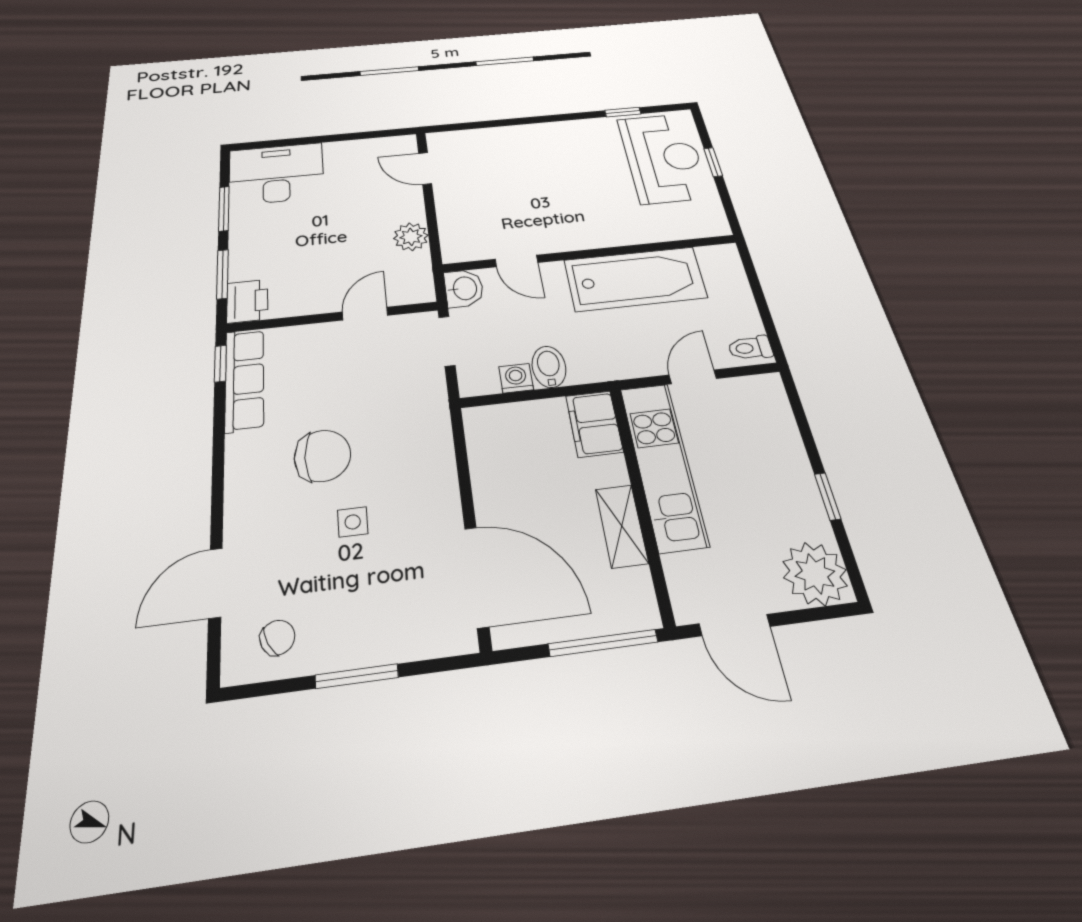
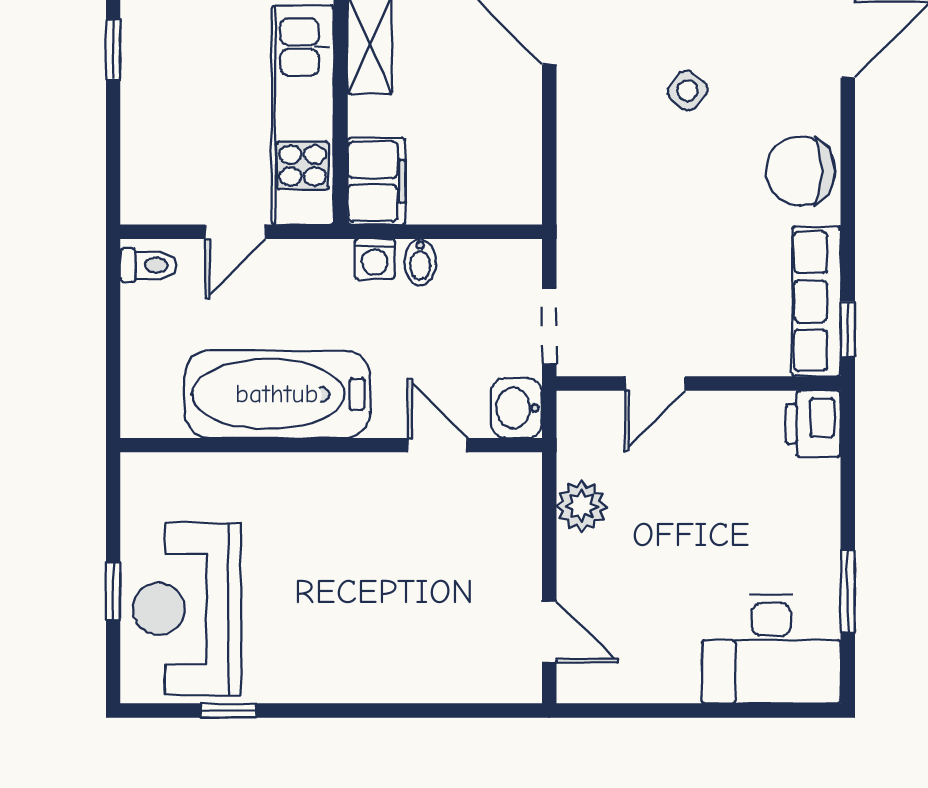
window: (222, 274) -> (848, 474), removed
bidet: (549, 367) -> (420, 262), width x0.72, depth x0.74
washing machine: (516, 378) -> (375, 259), moved
chair: (322, 456) -> (800, 171), moved
side table: (353, 522) -> (688, 91), turned 38

